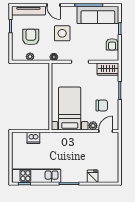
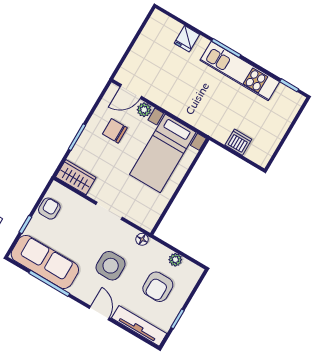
kitchen unit: (37, 176) -> (240, 71), moved

